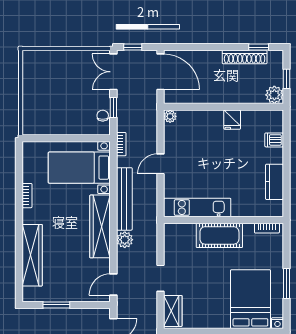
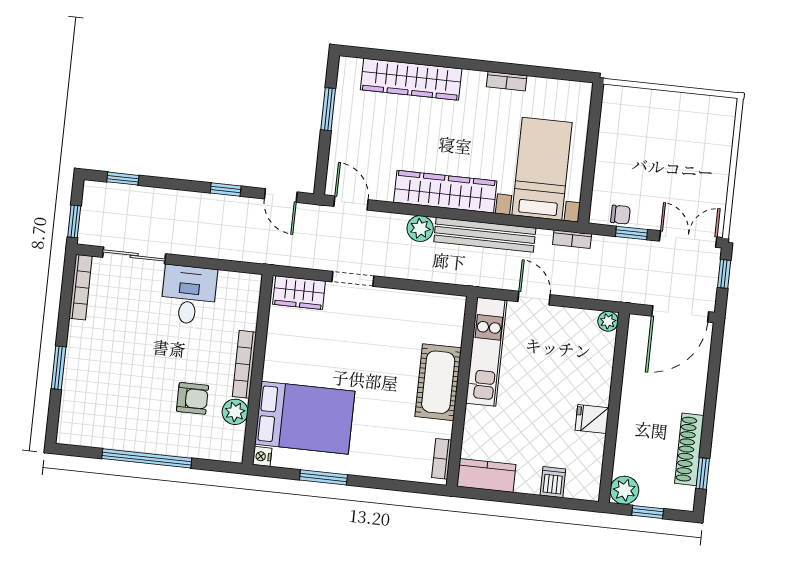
kitchen unit: (197, 207) -> (486, 352), moved
wall: (223, 220) -> (462, 391), moved
bookcase: (267, 228) -> (442, 459), moved
cot: (219, 235) -> (438, 382), moved

